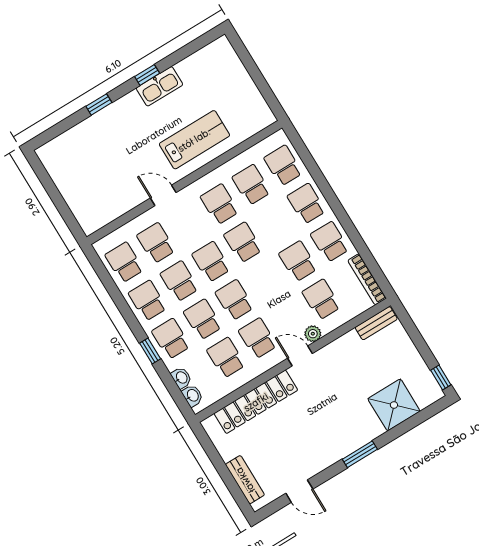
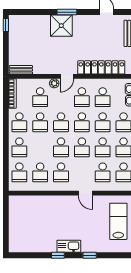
kitchen sink: (159, 86) -> (69, 246), moved
lab bench: (194, 140) -> (118, 221), moved, turned 90
school desk: (266, 281) -> (61, 122), added
door: (300, 356) -> (67, 76), hinge flipped
shower: (394, 405) -> (61, 26), moved

